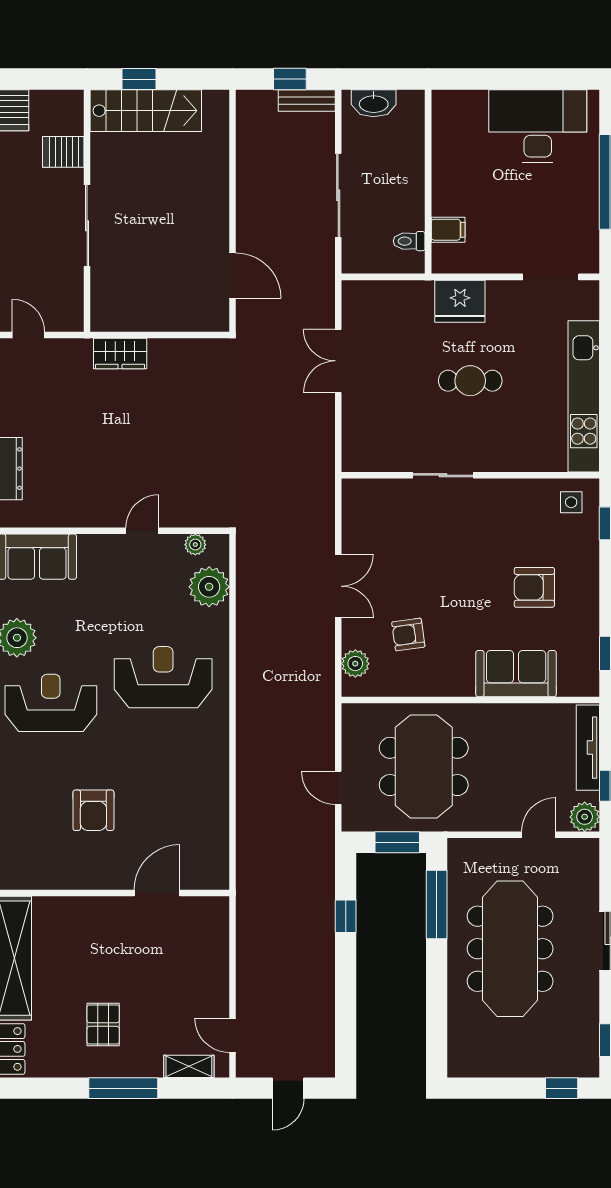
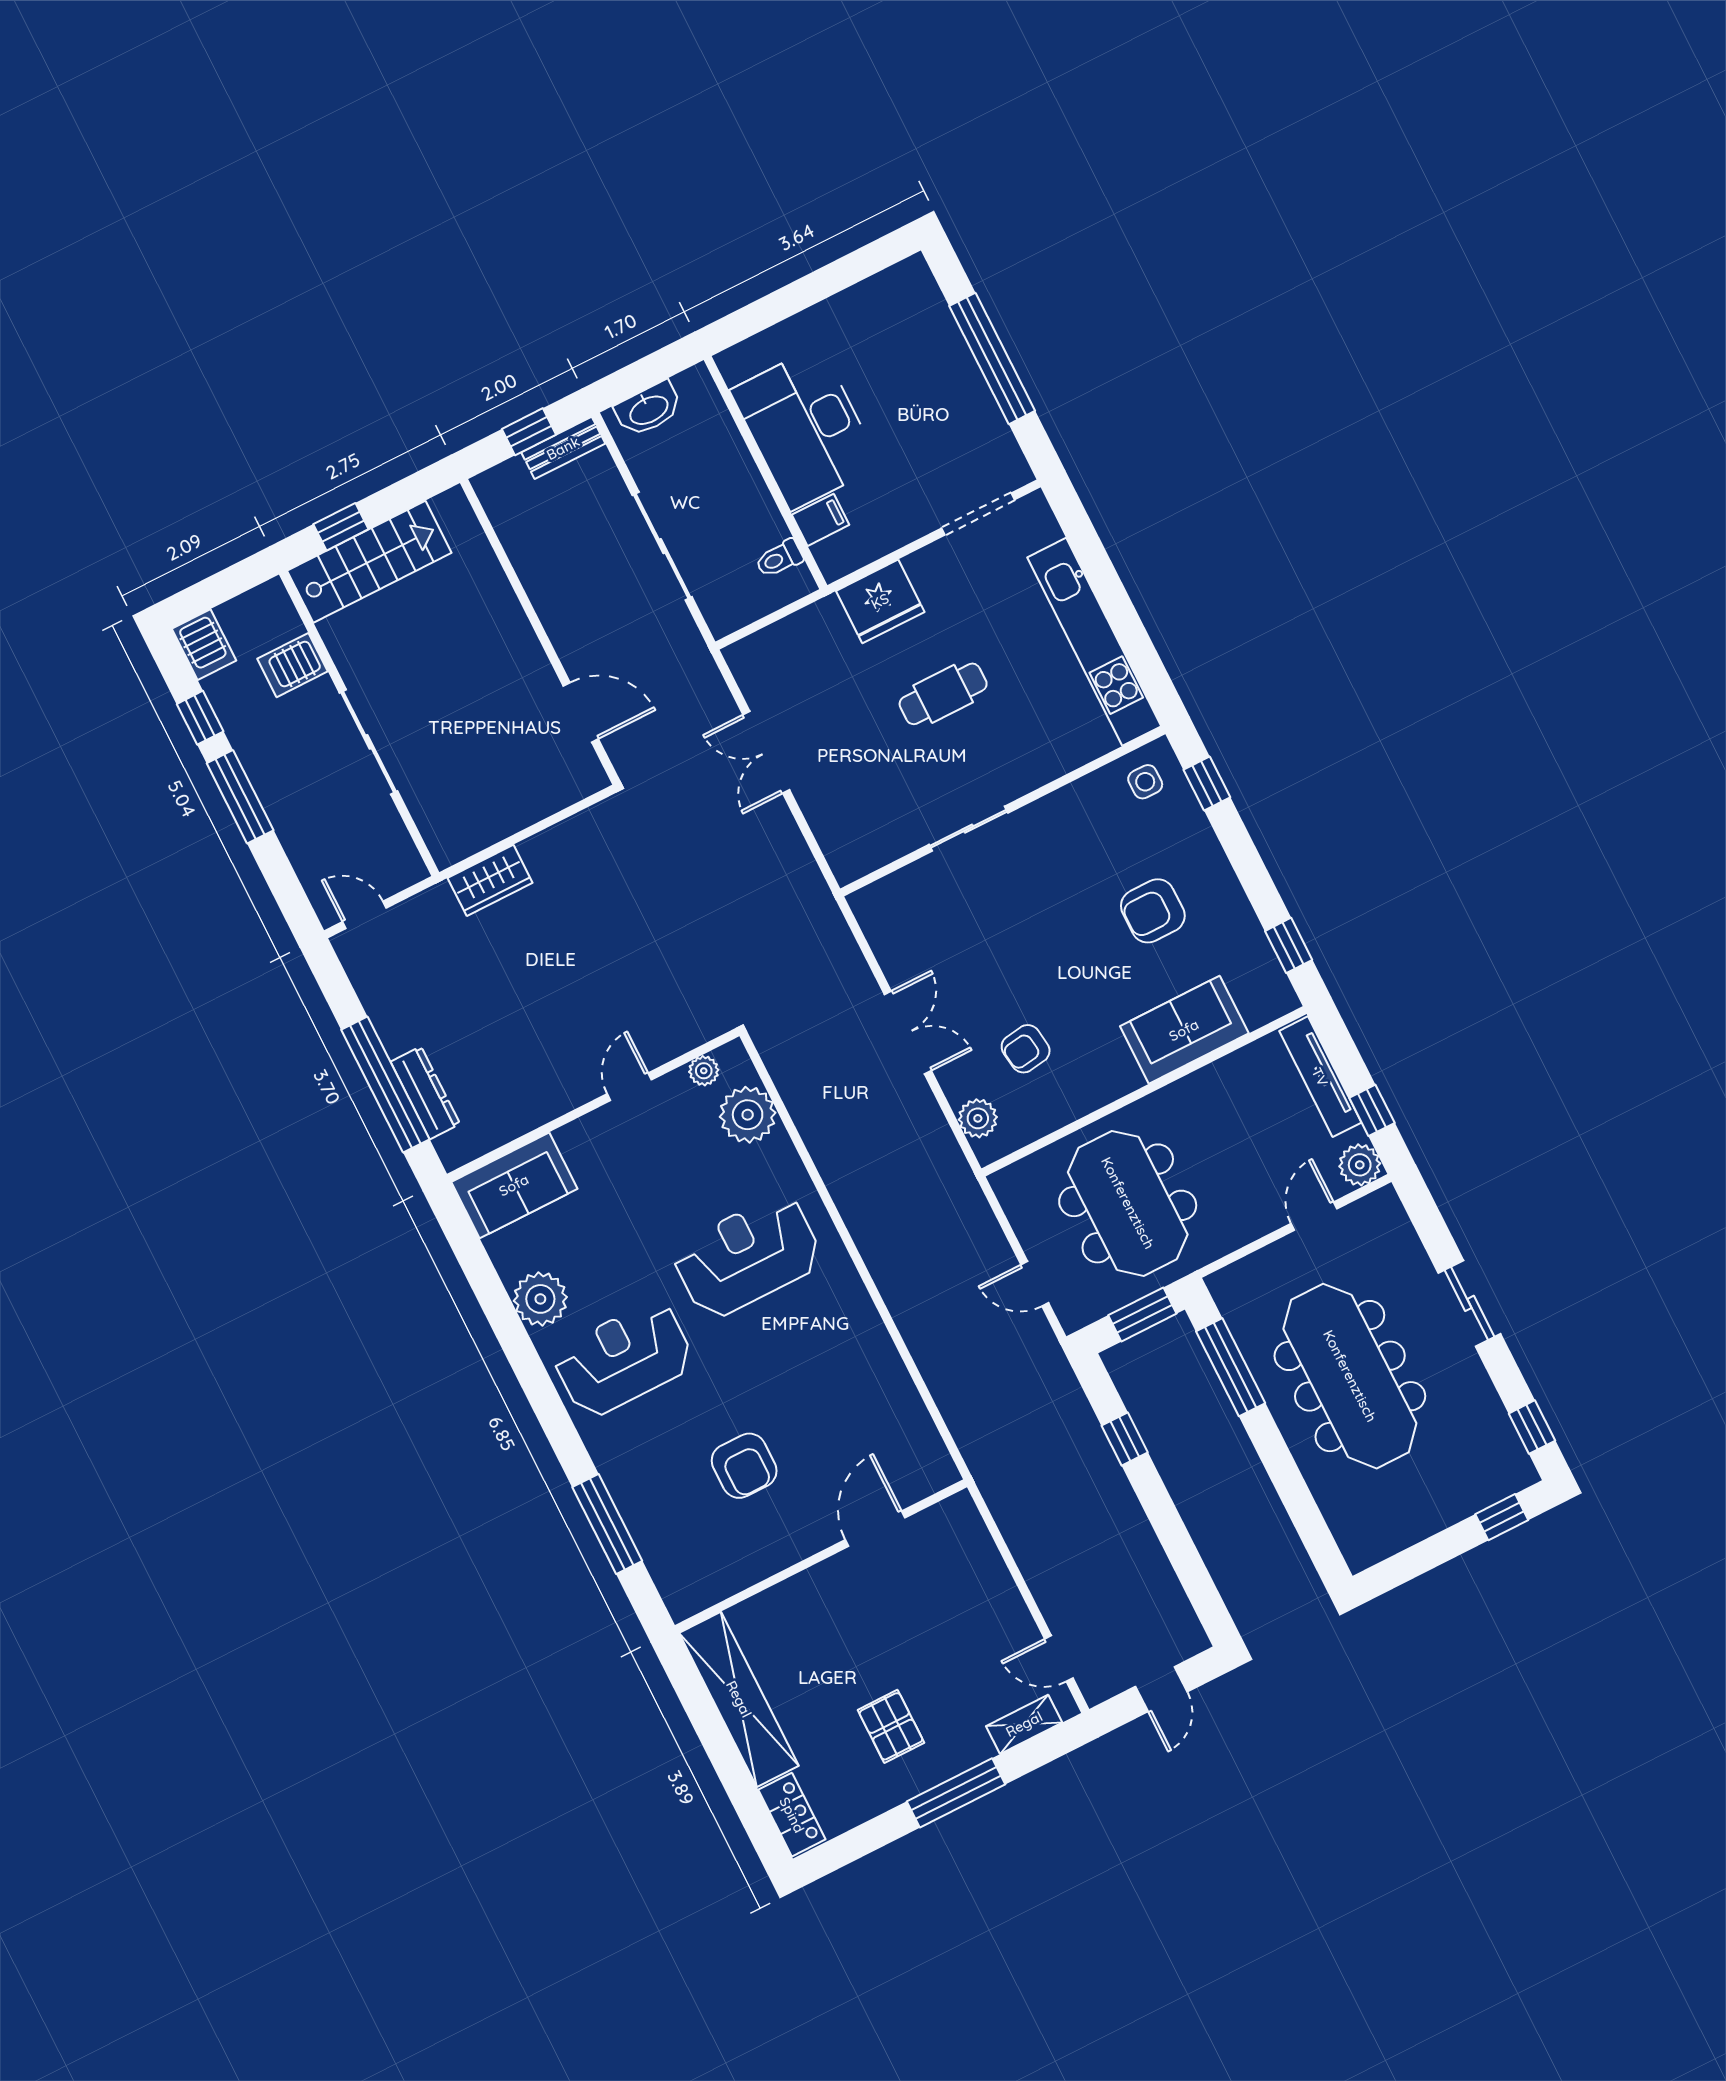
desk: (538, 126) -> (805, 428), moved, turned -90

